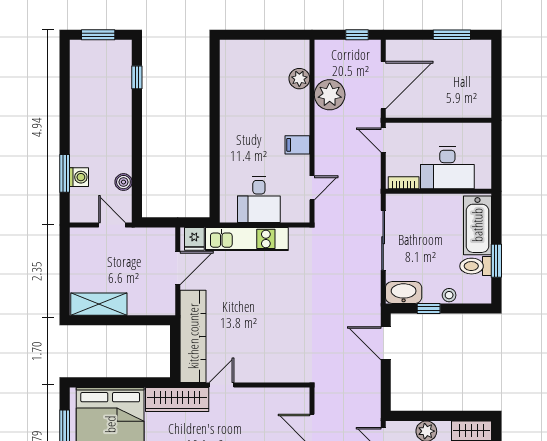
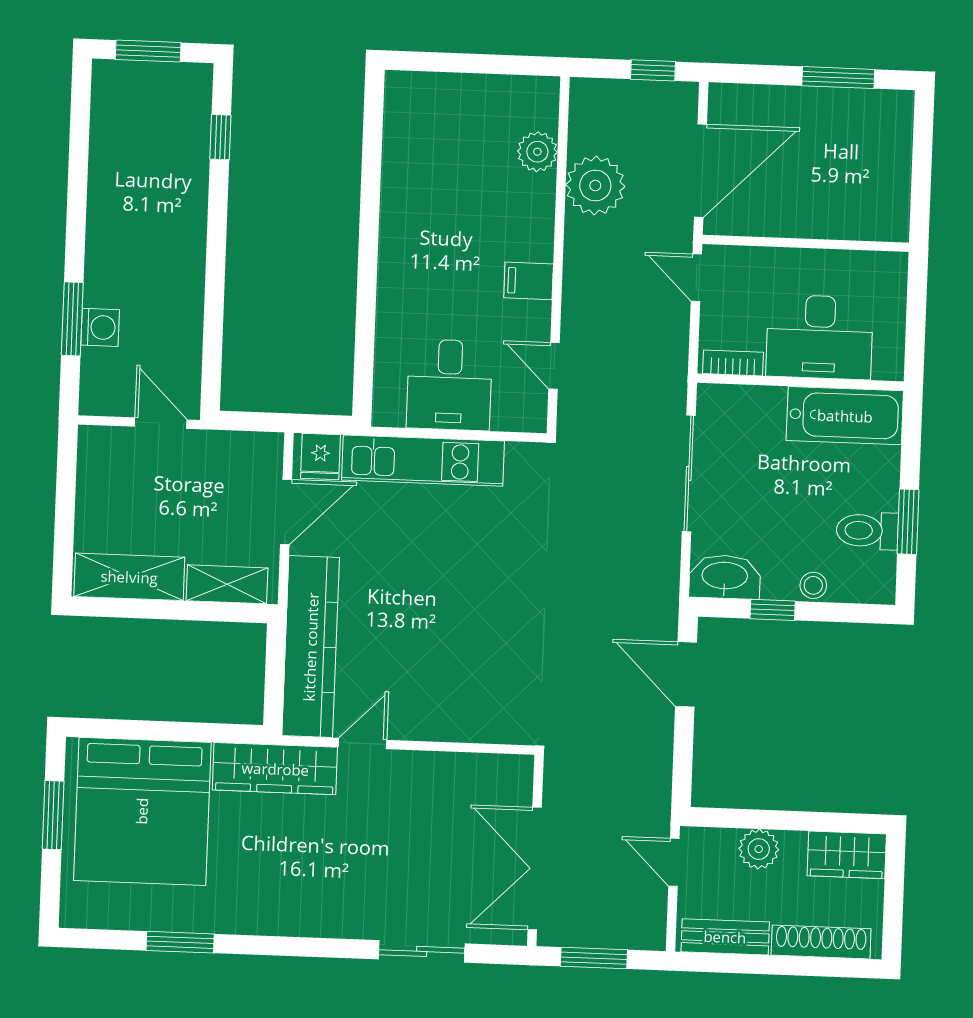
boiler: (123, 182) -> (187, 340), removed
door: (312, 188) -> (554, 366), swing flipped
bathtub: (477, 225) -> (845, 416), moved, turned -90
shelving: (149, 306) -> (227, 584), added

